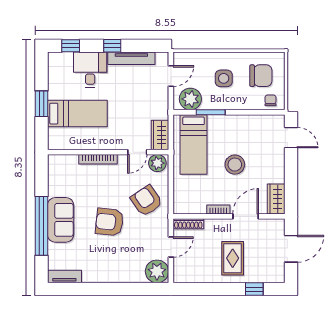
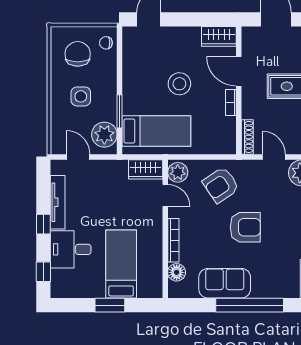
floor lamp: (70, 162) -> (177, 272), added
sofa: (61, 220) -> (225, 283), moved
armchair: (109, 222) -> (245, 227), turned -96

